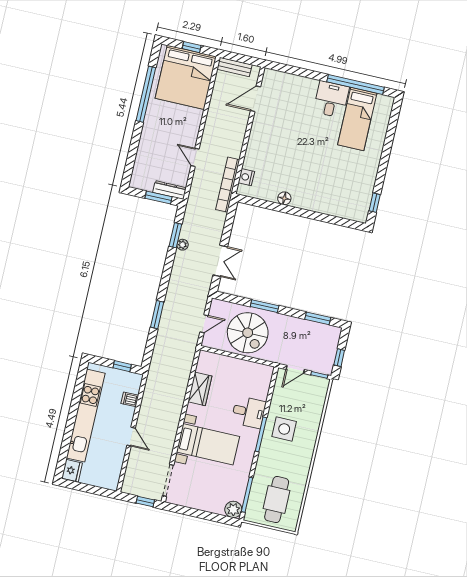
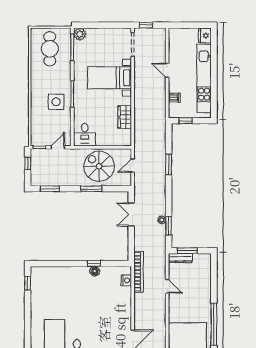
window: (283, 208) -> (94, 264), added
desk: (249, 412) -> (85, 135), moved, turned -90

